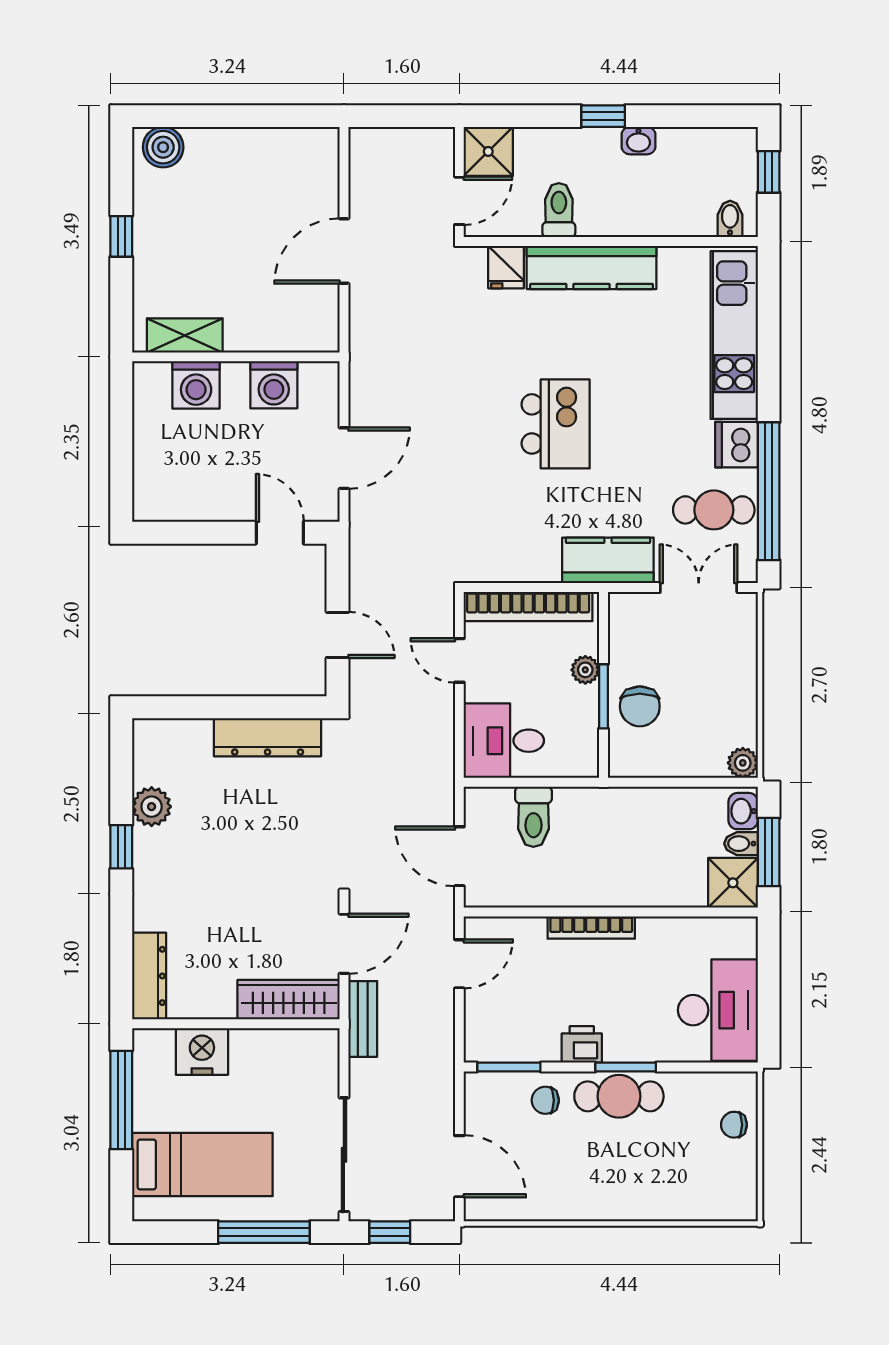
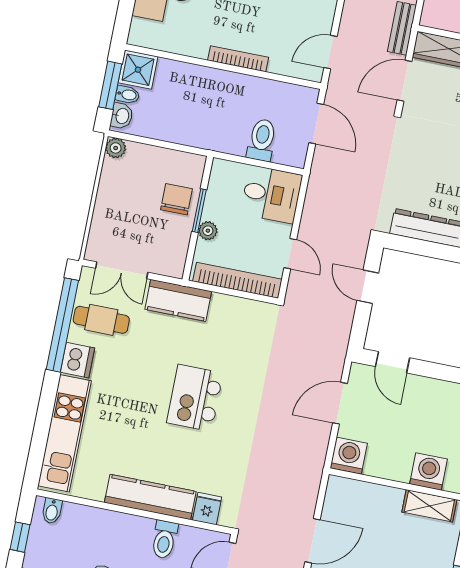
washing machine: (274, 385) -> (349, 456), moved

